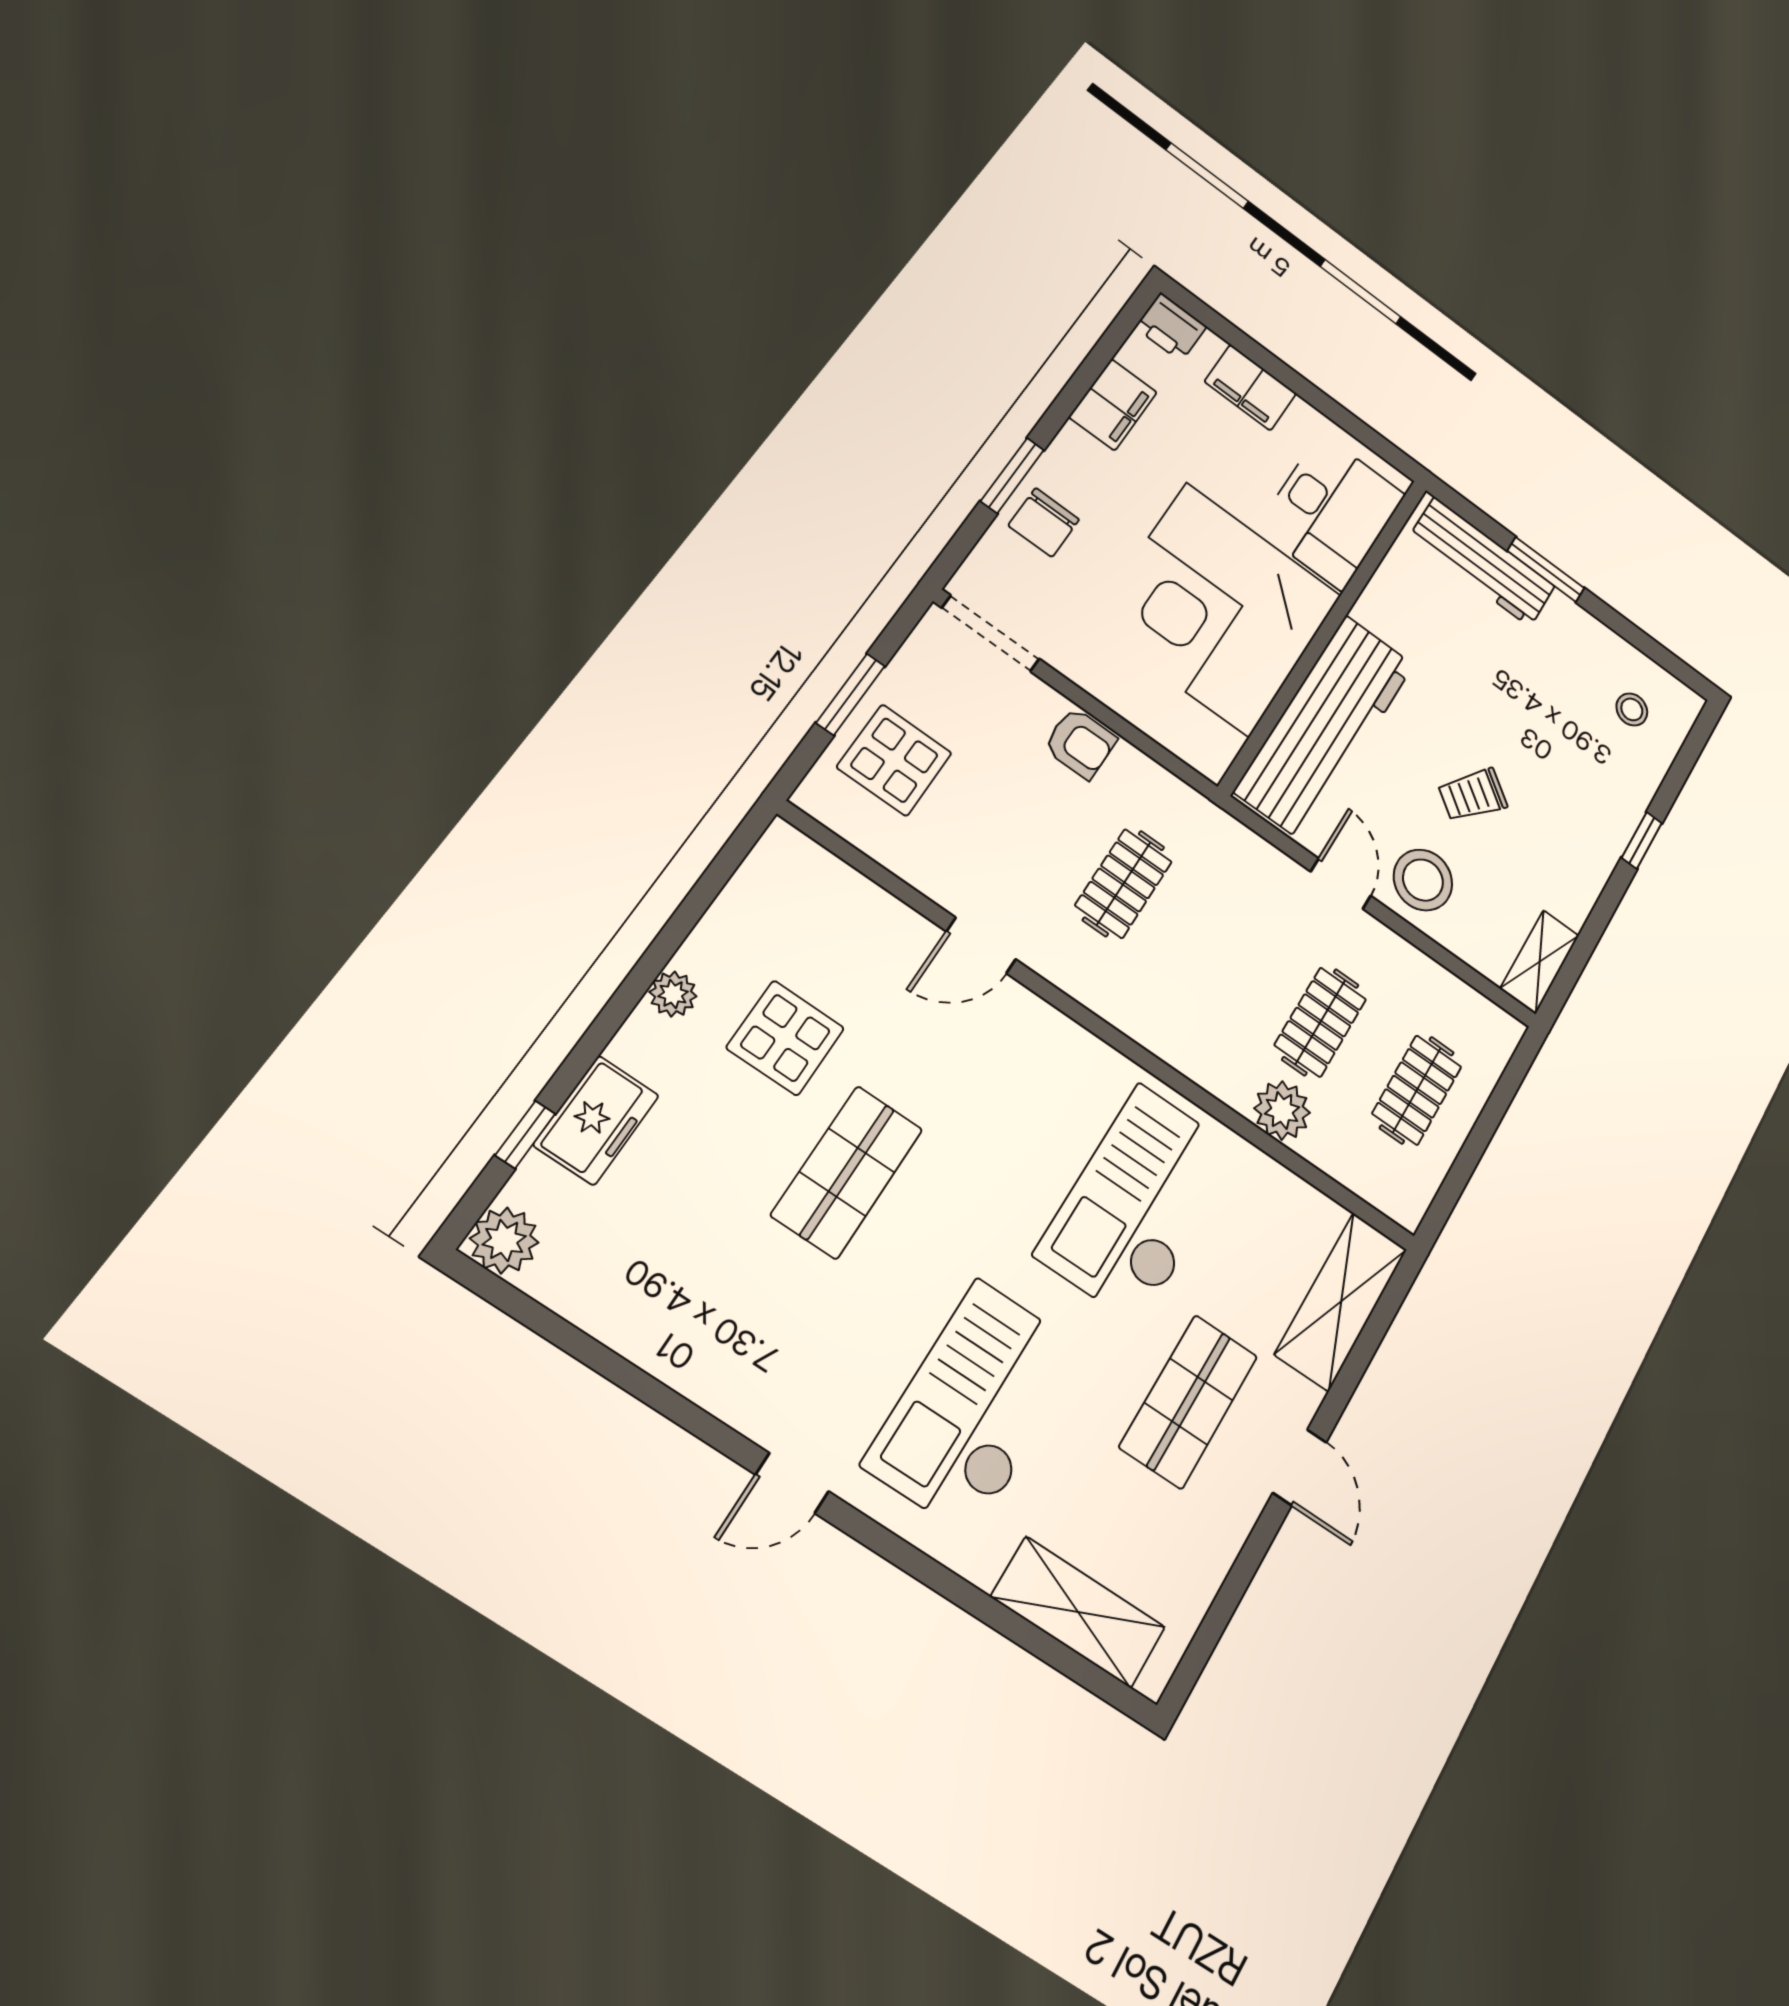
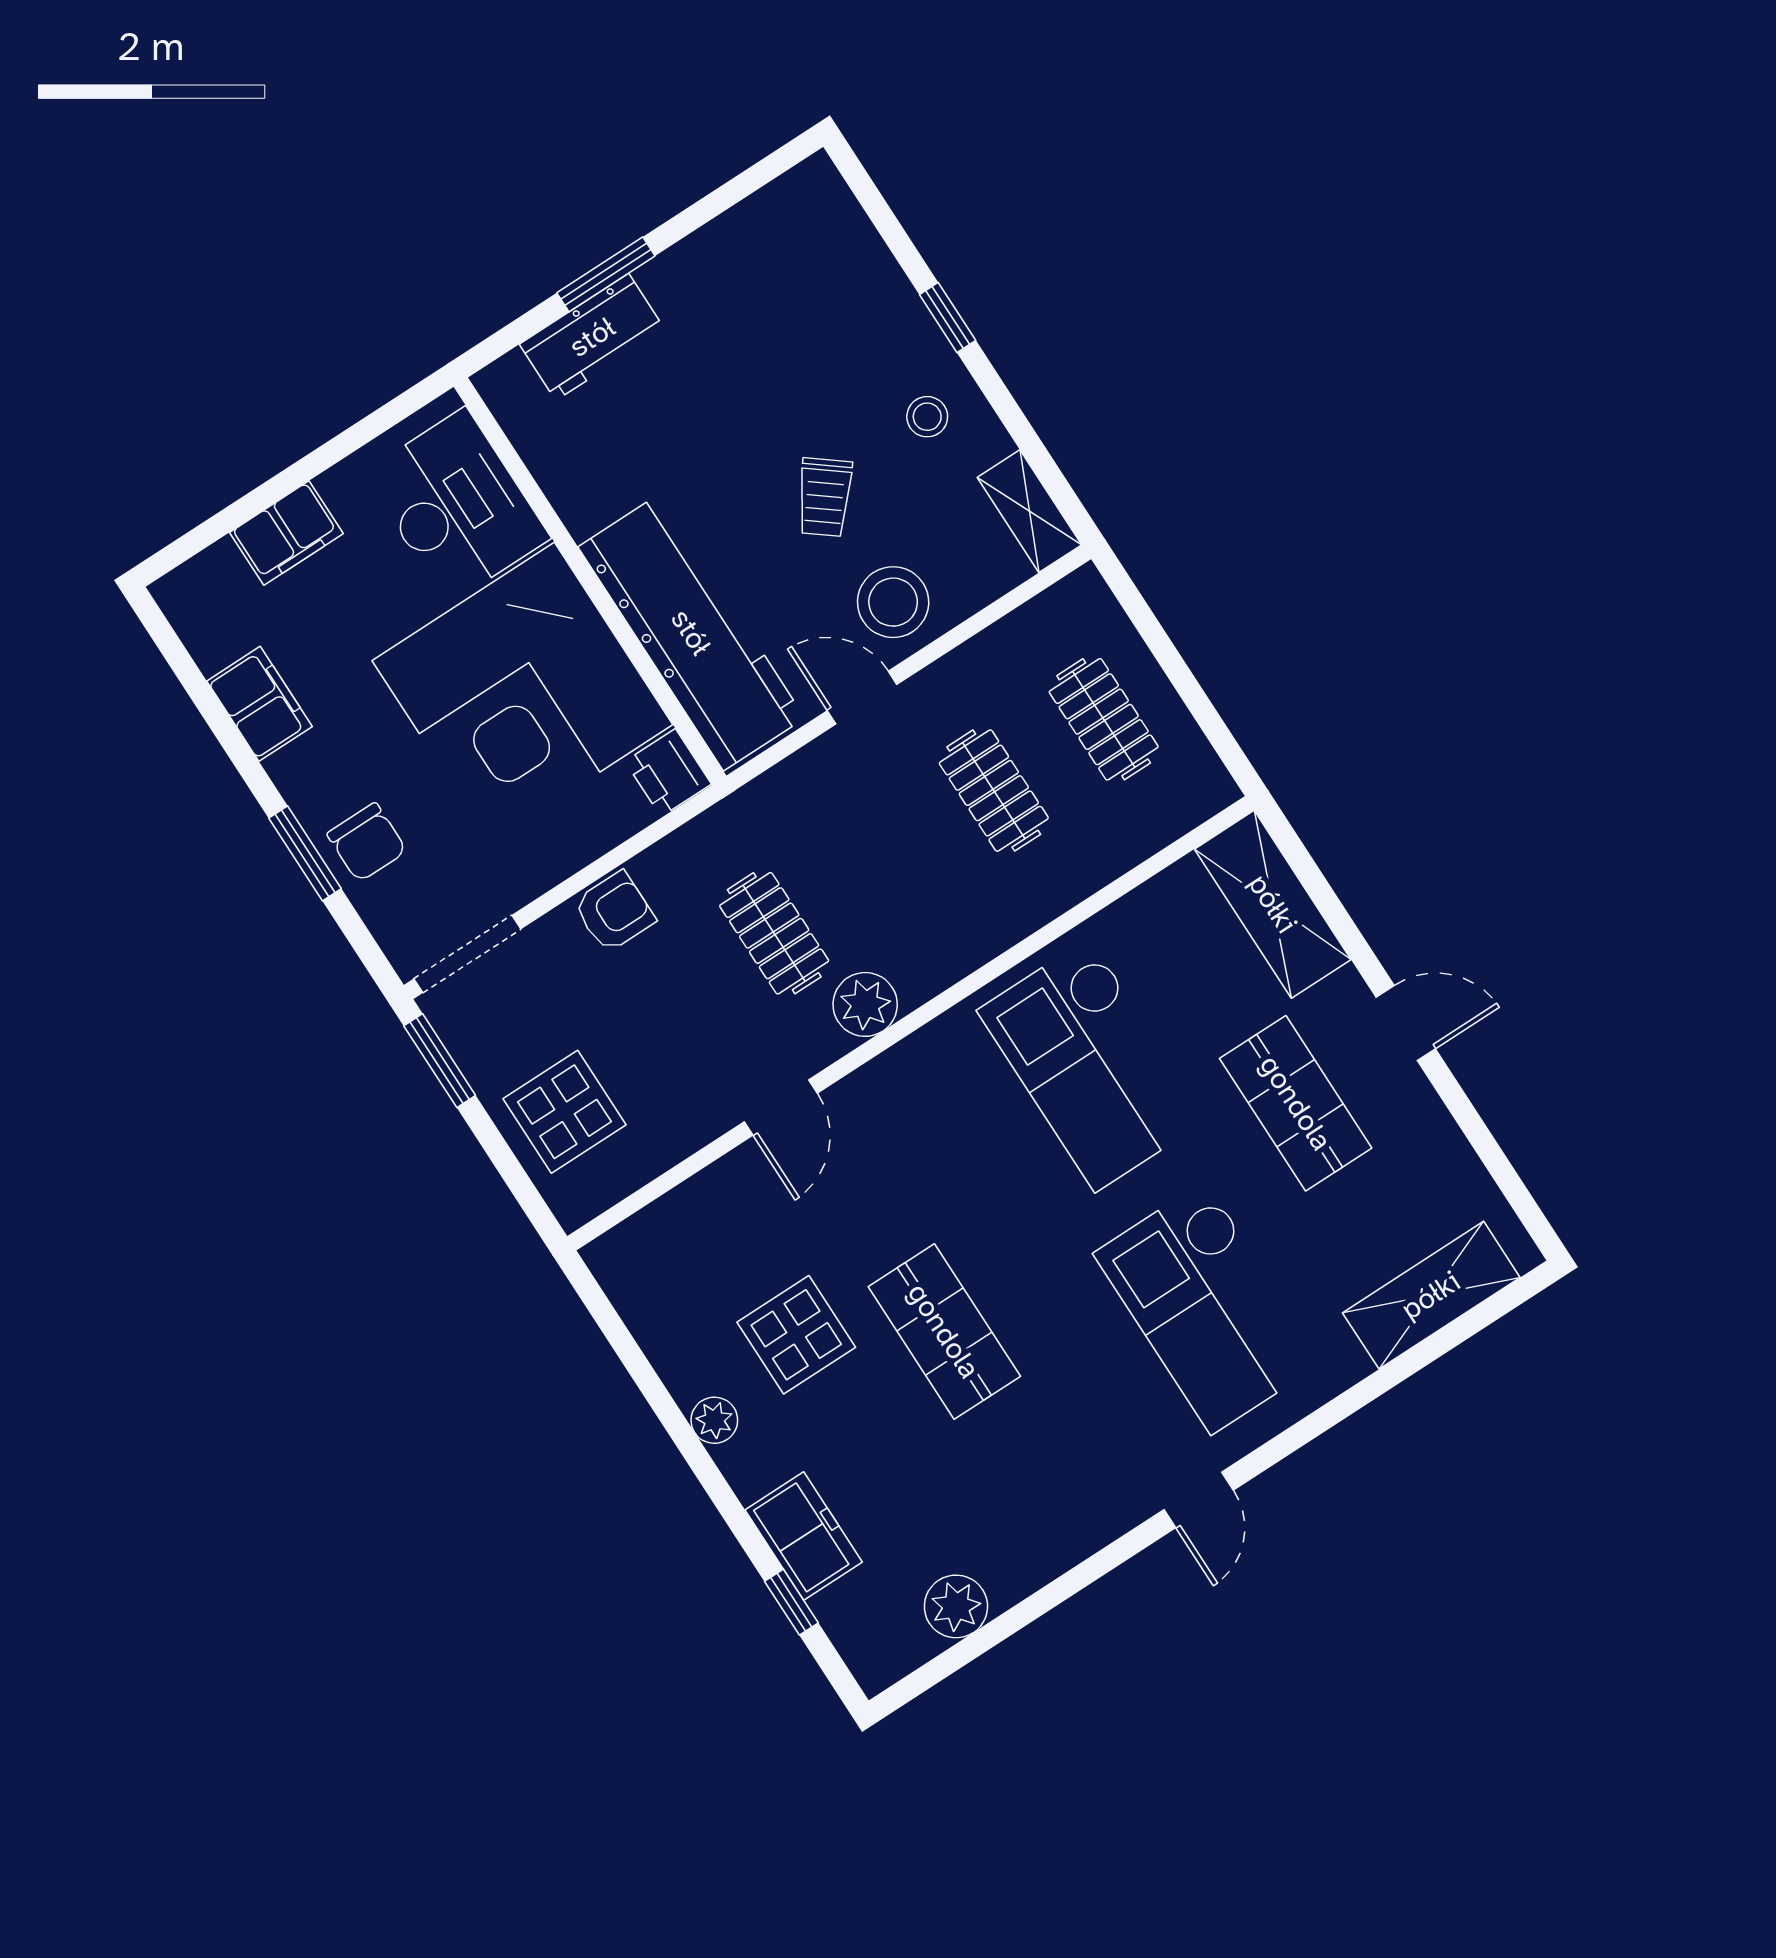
printer: (1171, 327) -> (668, 773), moved, turned 90
workbench: (1482, 562) -> (592, 337), width x0.73
window: (851, 694) -> (440, 1061), moved
stool: (1632, 709) -> (927, 417), moved
plant: (1282, 1110) -> (865, 1004), moved
plant: (504, 1240) -> (956, 1606), moved

